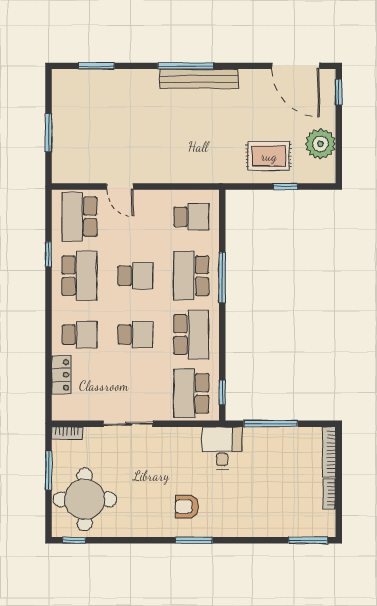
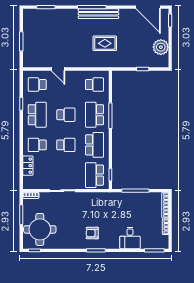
rug: (269, 156) -> (105, 43), moved
school desk: (79, 217) -> (37, 85), width x0.54
school desk: (79, 335) -> (37, 145), turned 180
desk: (222, 448) -> (130, 238), moved, turned 180

